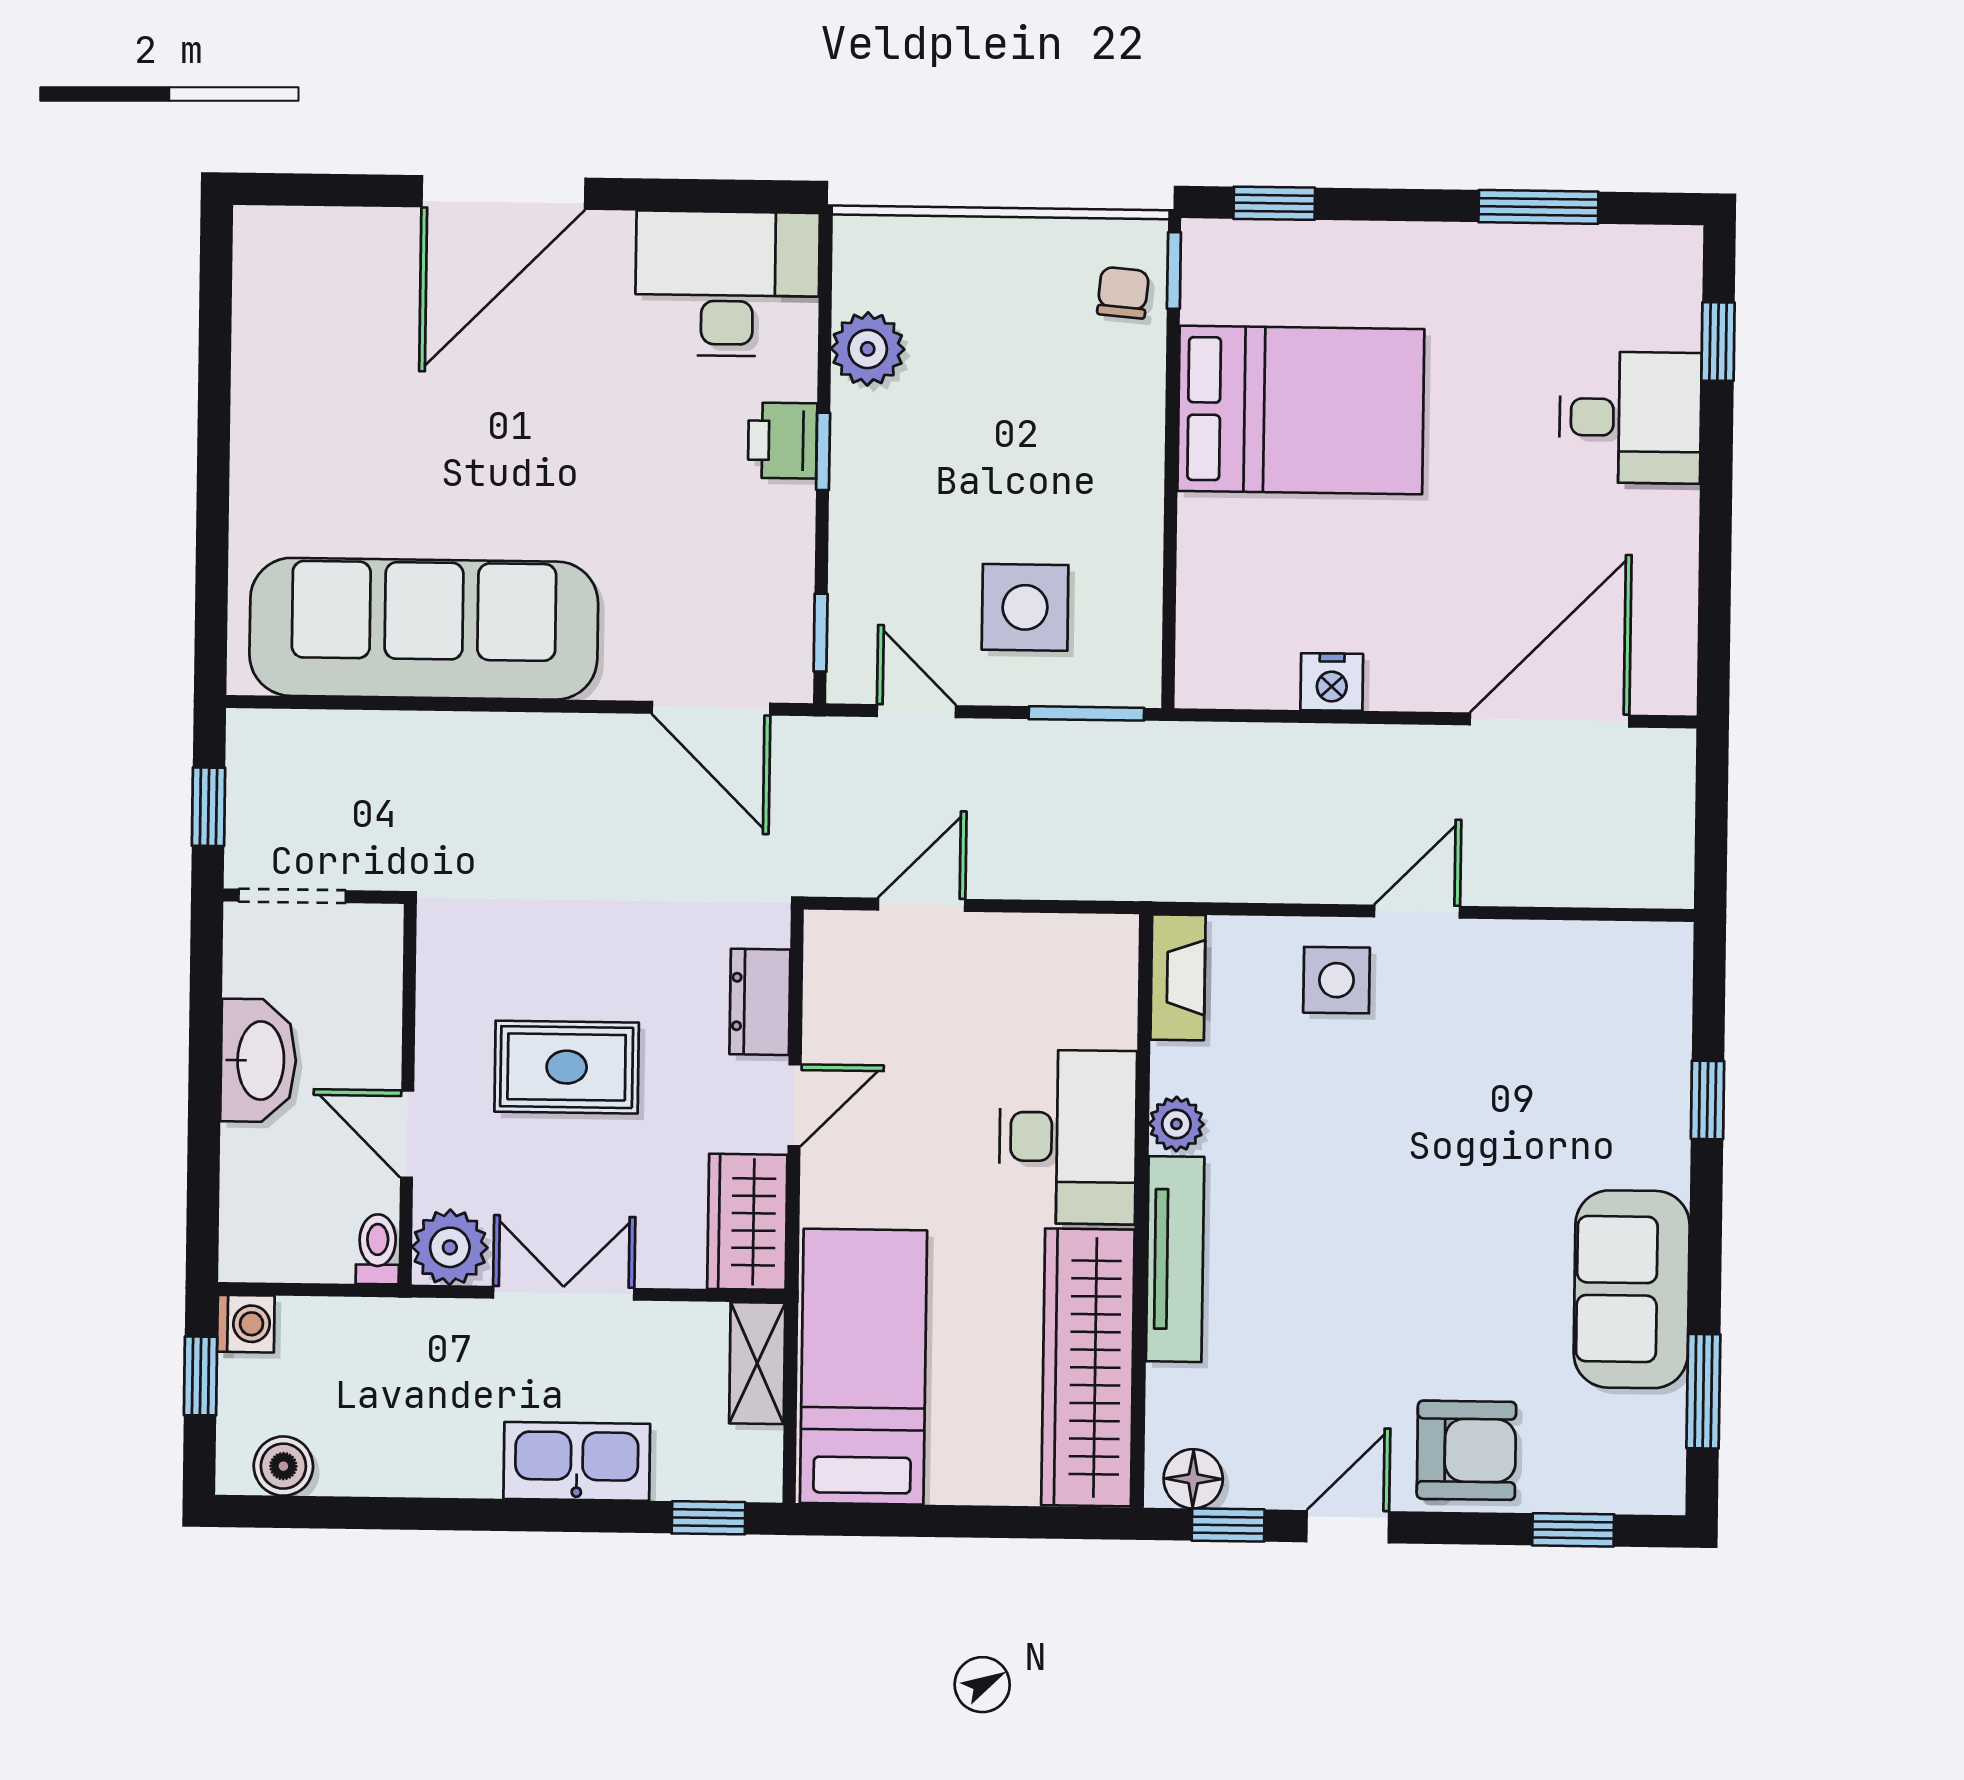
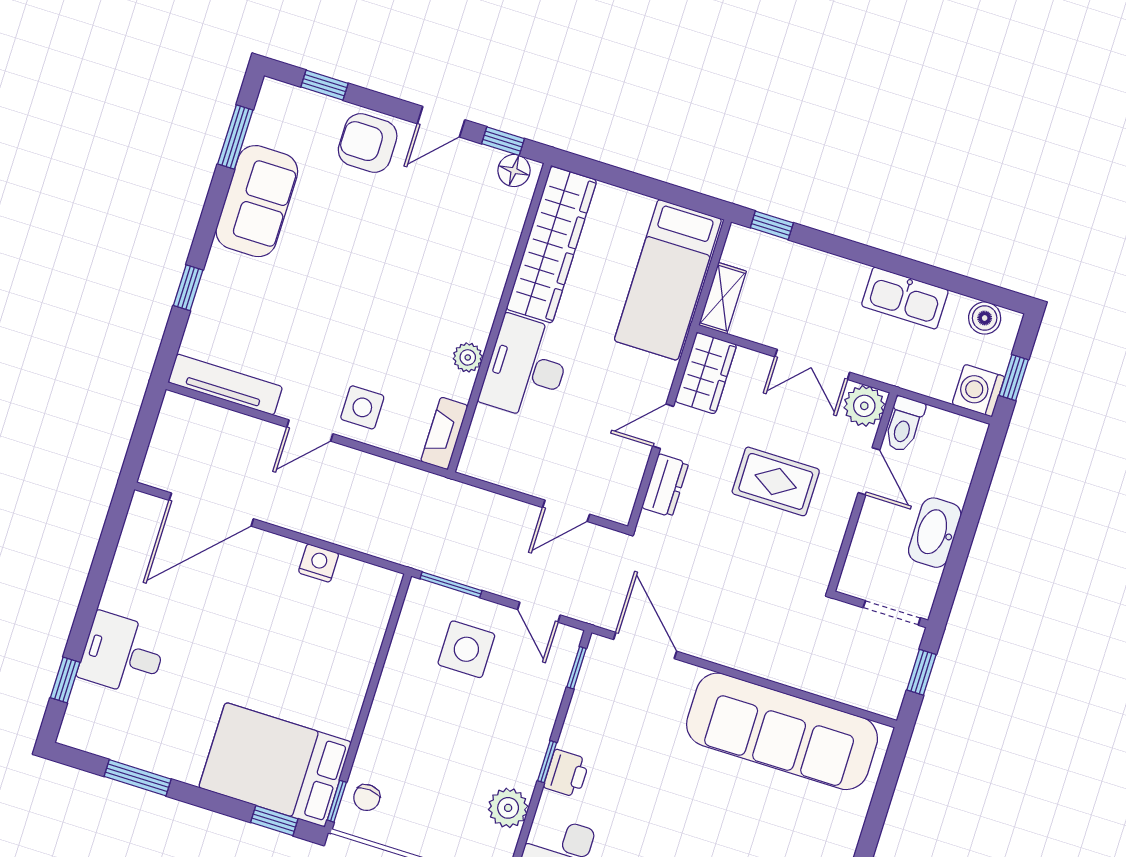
bed: (1301, 410) -> (275, 765), moved
toilet: (378, 1249) -> (904, 424), width x1.37, depth x1.39
tv unit: (1175, 1259) -> (225, 385), moved, turned 90
washing machine: (246, 1324) -> (978, 391), width x1.38, depth x1.38
kitchen sink: (577, 1461) -> (905, 298), moved

